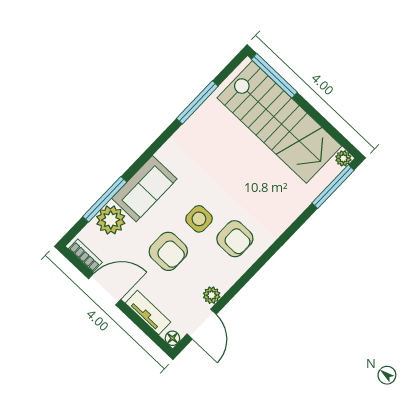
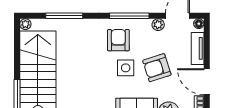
window: (333, 187) -> (64, 16), moved
armchair: (168, 251) -> (157, 68), turned -108
window: (249, 274) -> (129, 16), added

